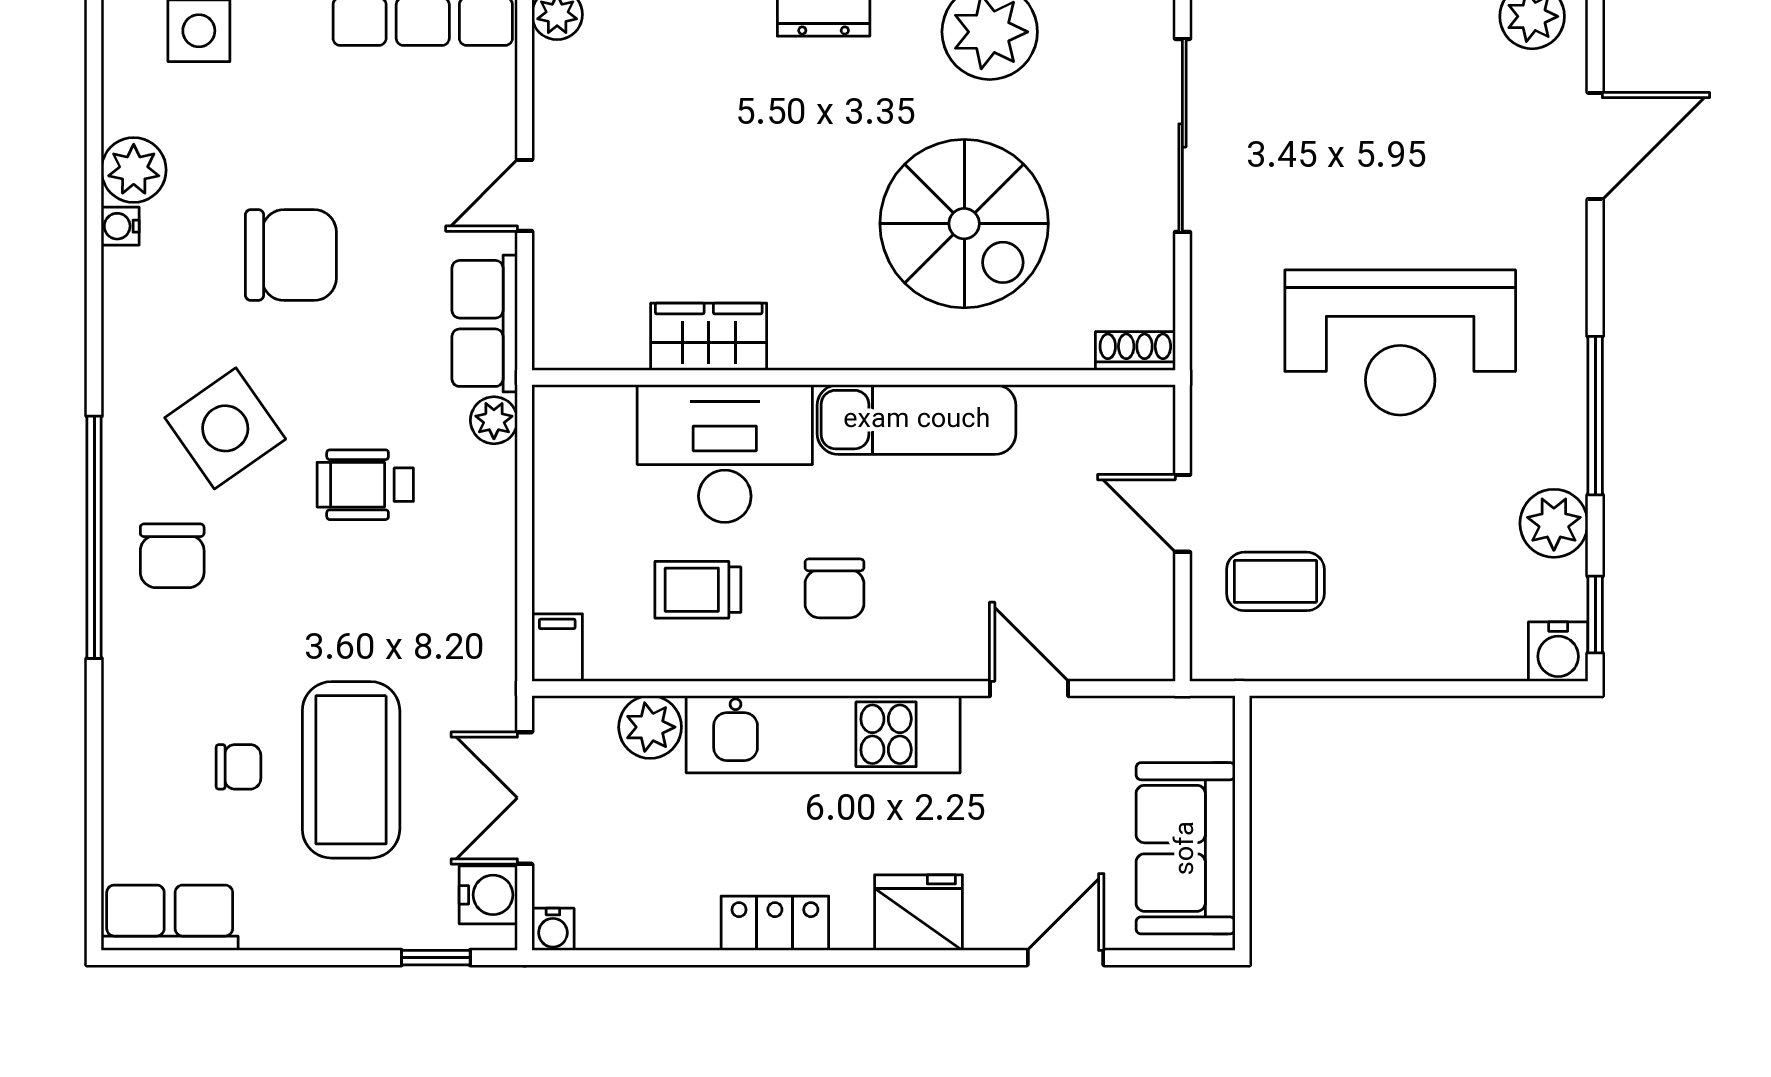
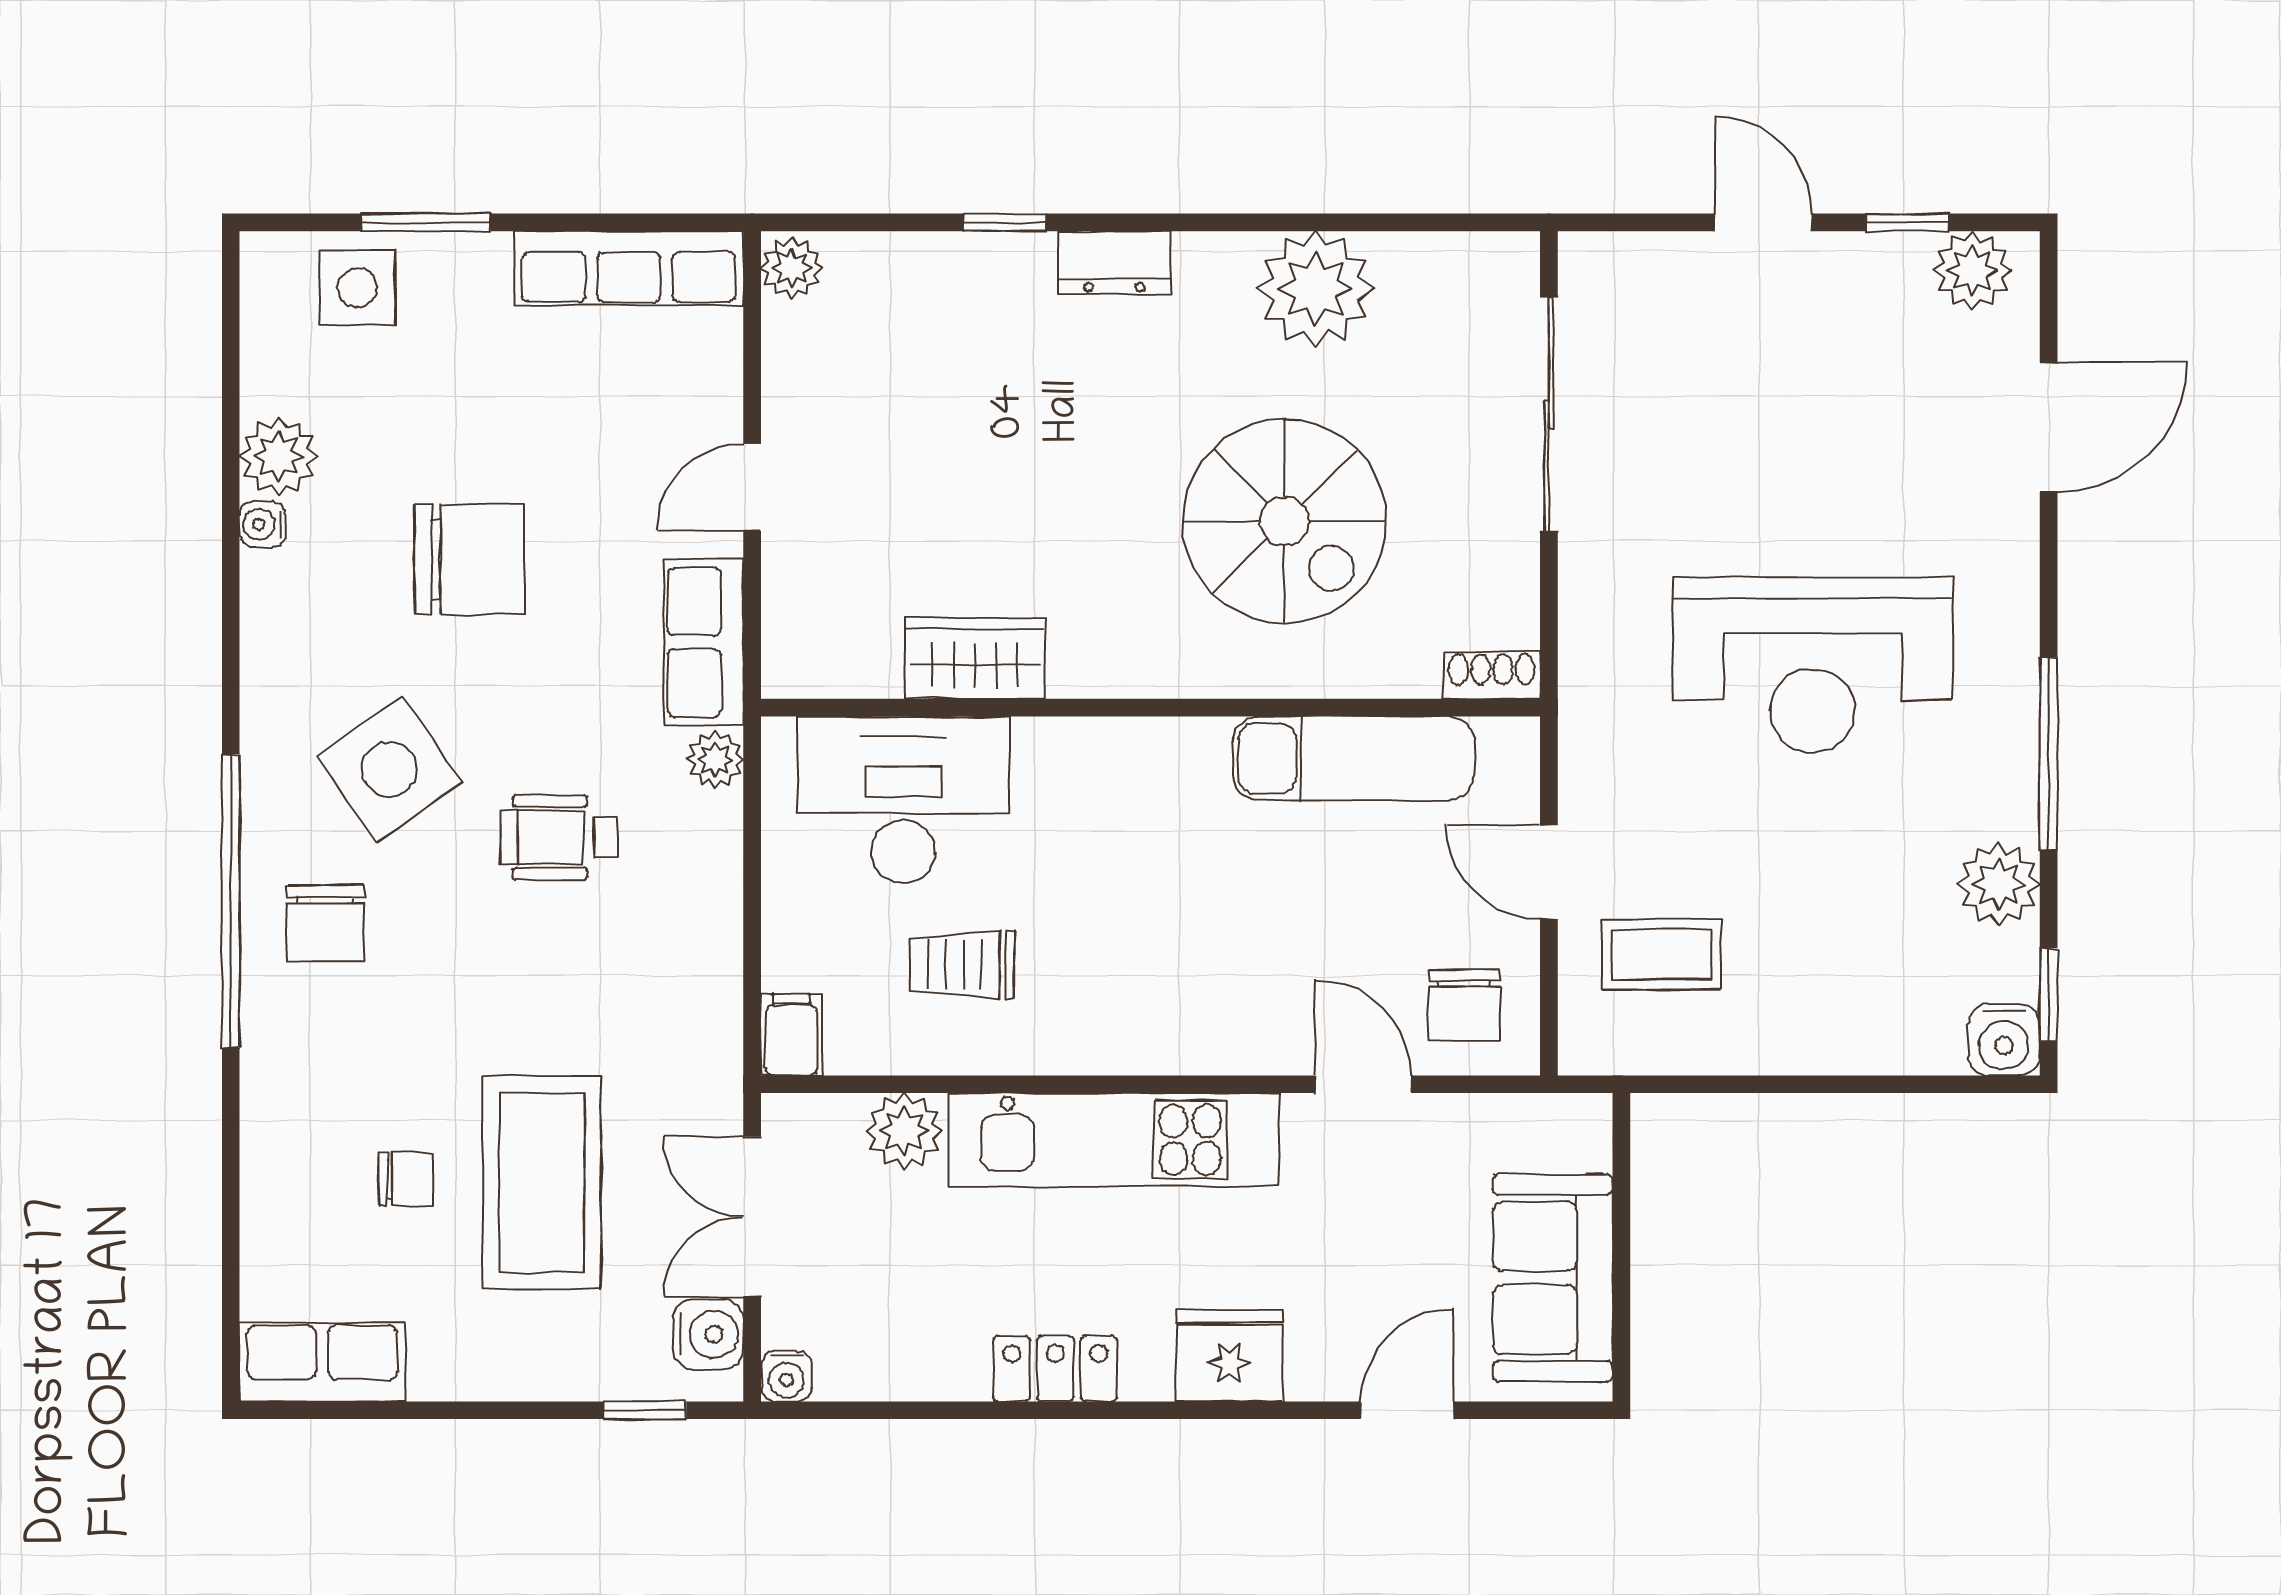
exam couch: (917, 420) -> (1354, 759), moved
desk: (725, 454) -> (903, 800), moved
chair: (834, 588) -> (1464, 1005), moved

